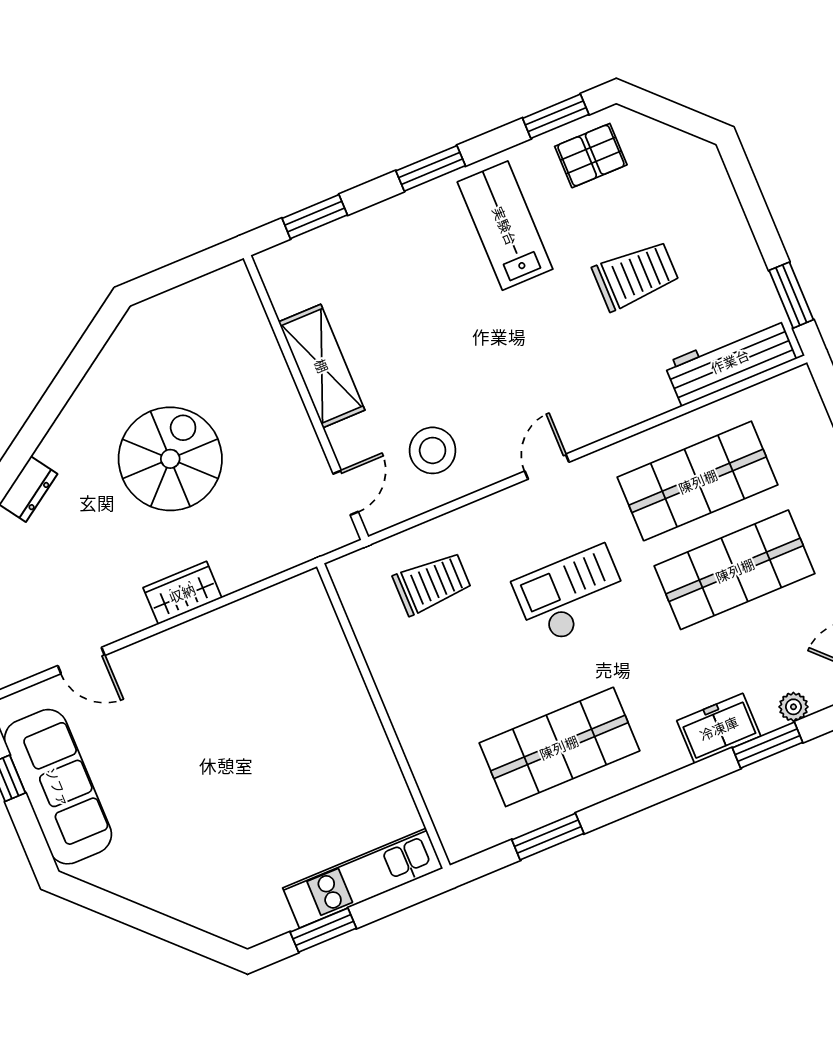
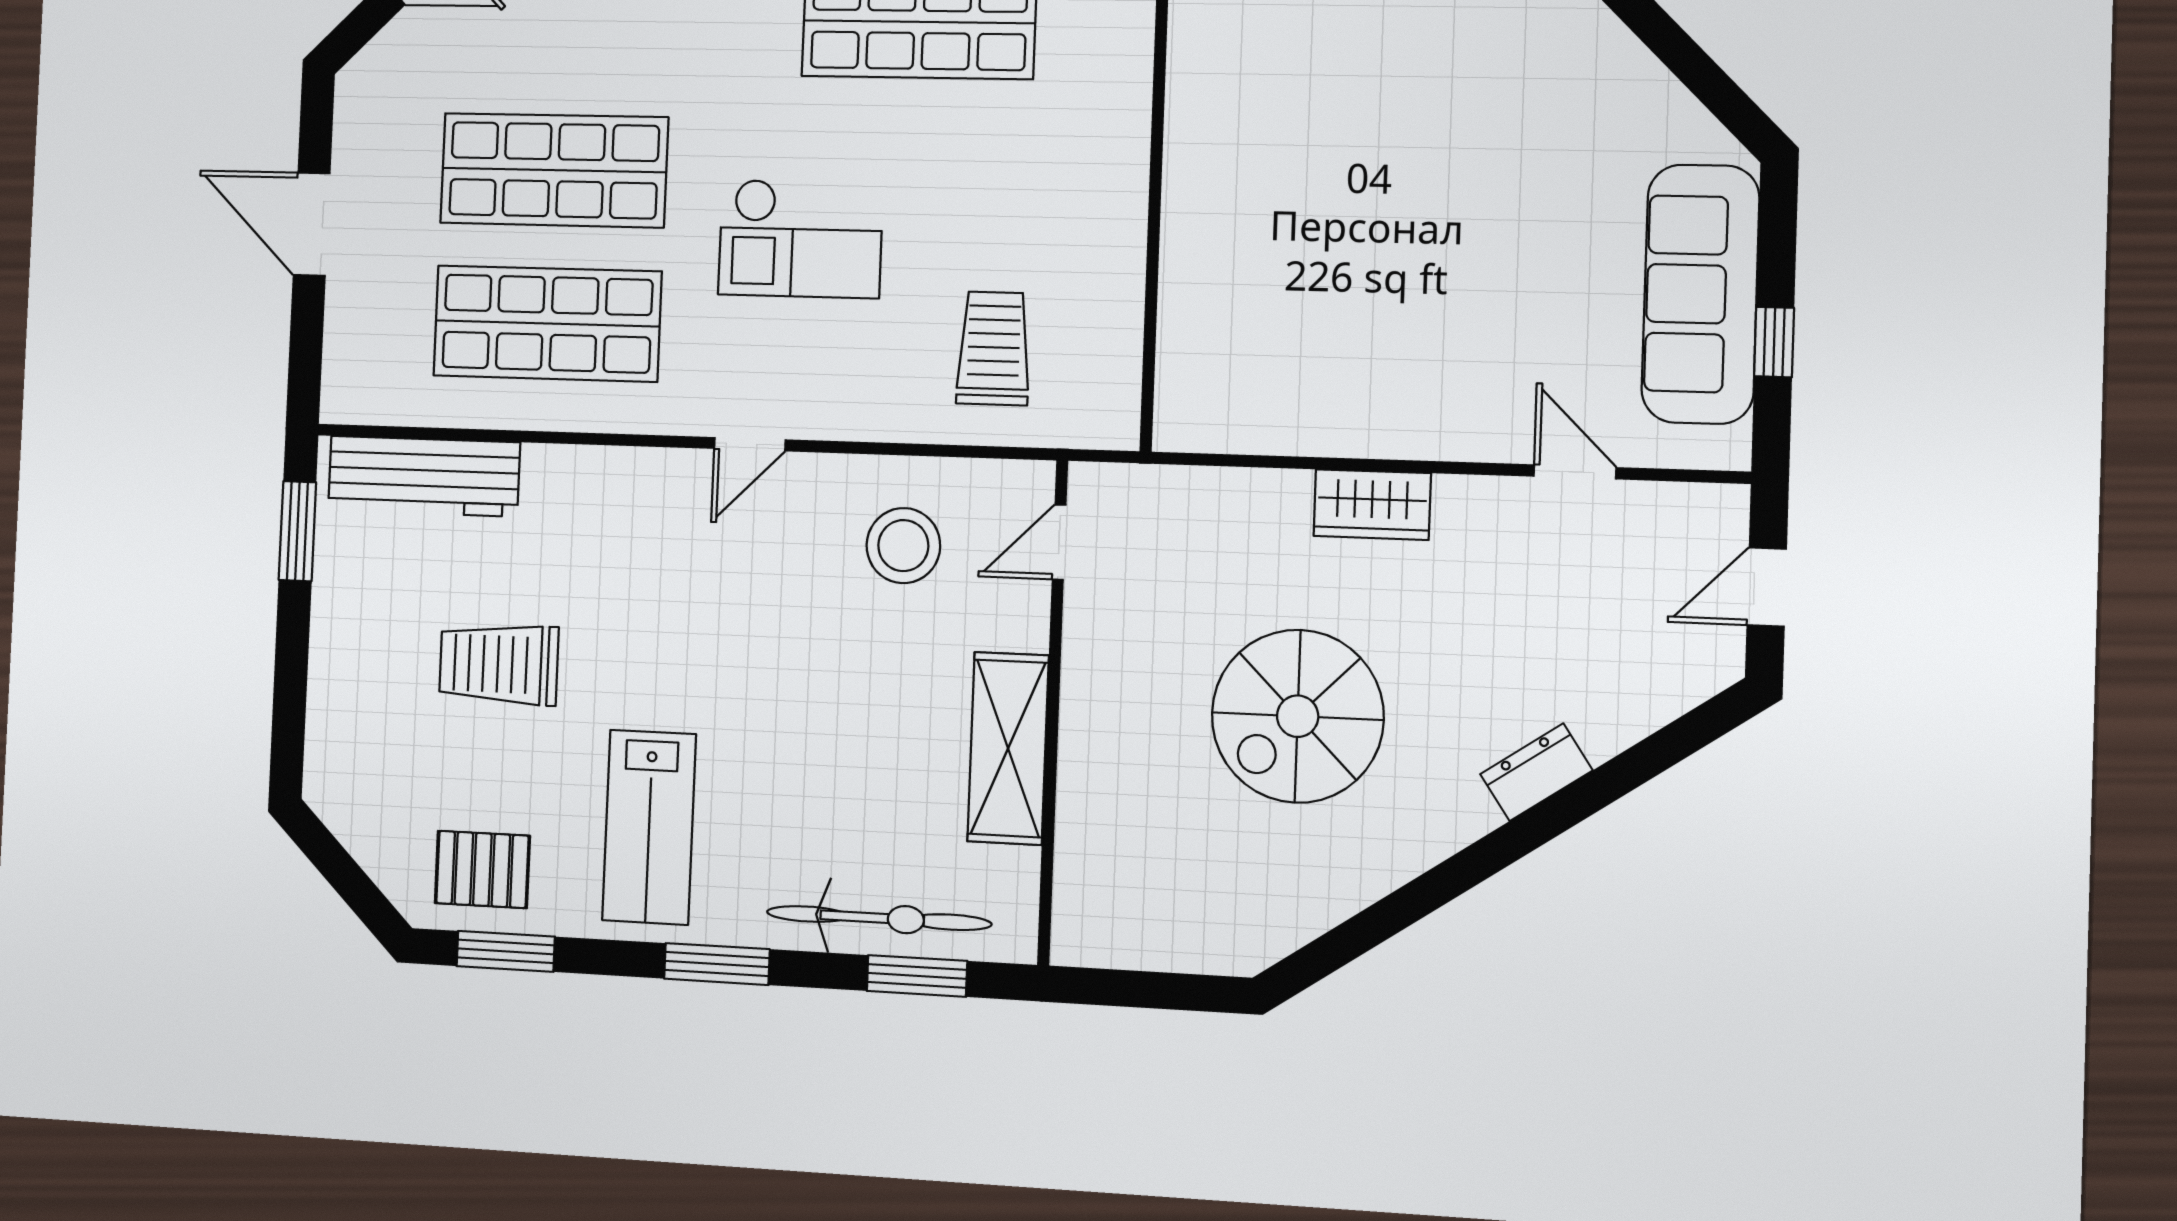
bicycle: (351, 238) -> (879, 918), added
trolley: (432, 583) -> (994, 348), turned 90

